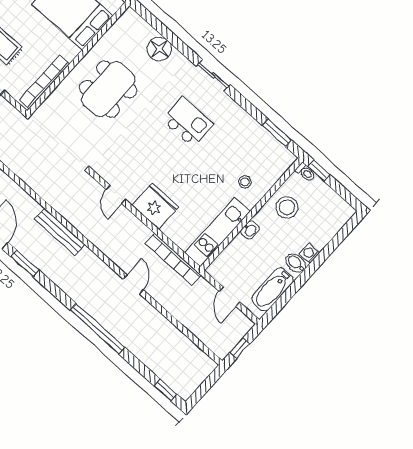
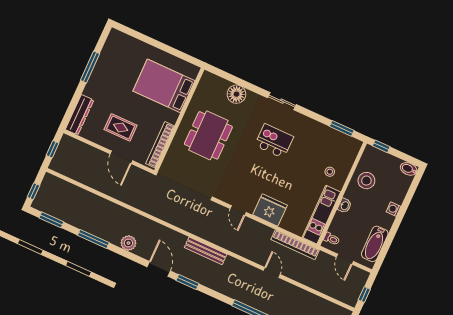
toilet: (306, 172) -> (332, 239), moved
bidet: (296, 263) -> (409, 169), moved

